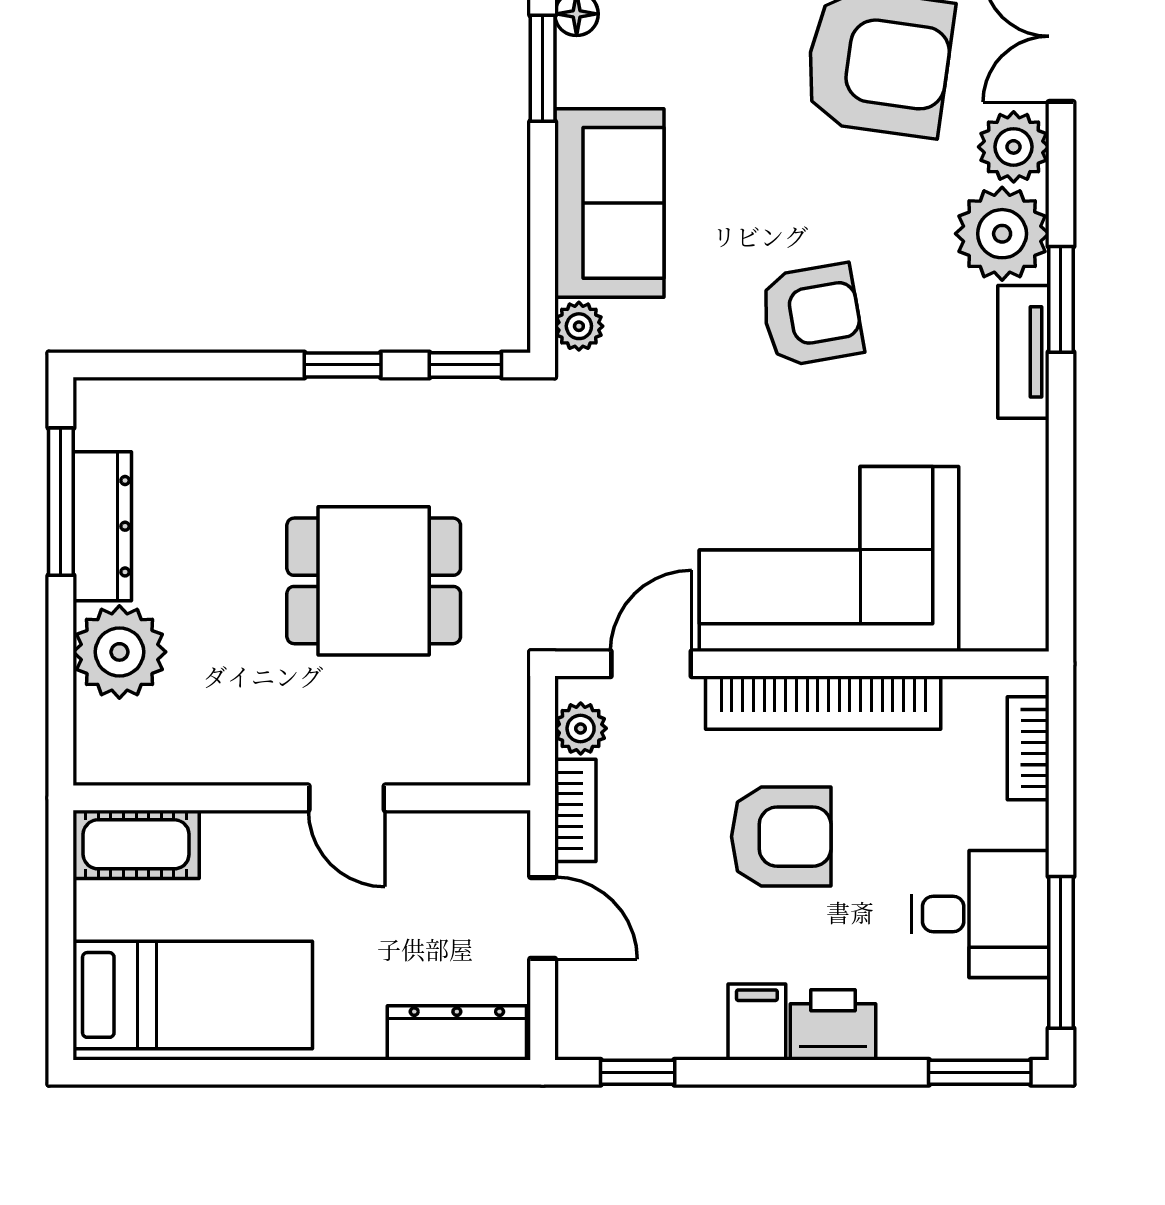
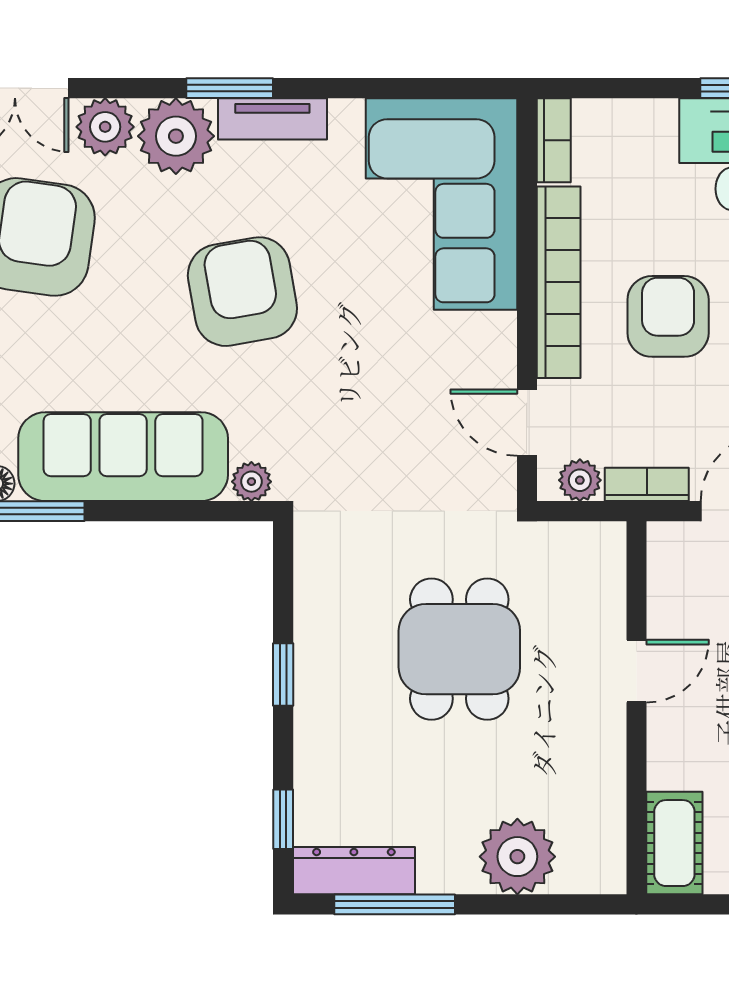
sofa: (609, 203) -> (123, 457), width x1.36
armchair: (812, 315) -> (242, 292), width x1.36, depth x1.36
window: (465, 365) -> (283, 819), moved
dresser: (102, 526) -> (354, 871), moved
corner sofa: (829, 559) -> (441, 204), moved
bookcase: (1028, 748) -> (554, 140), moved, turned -90

